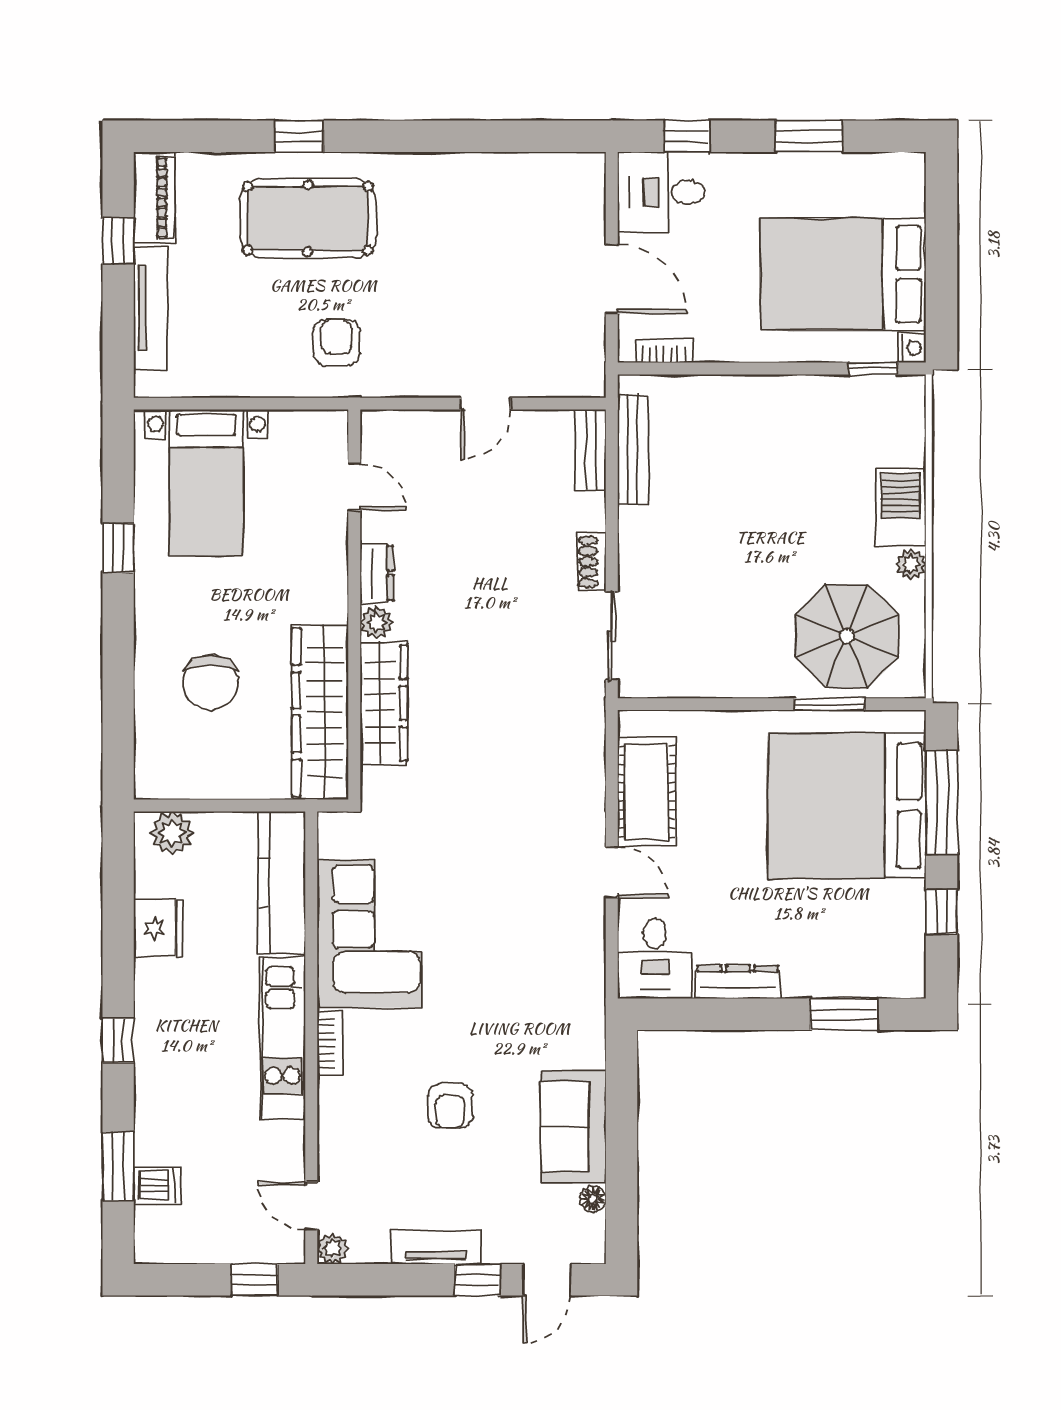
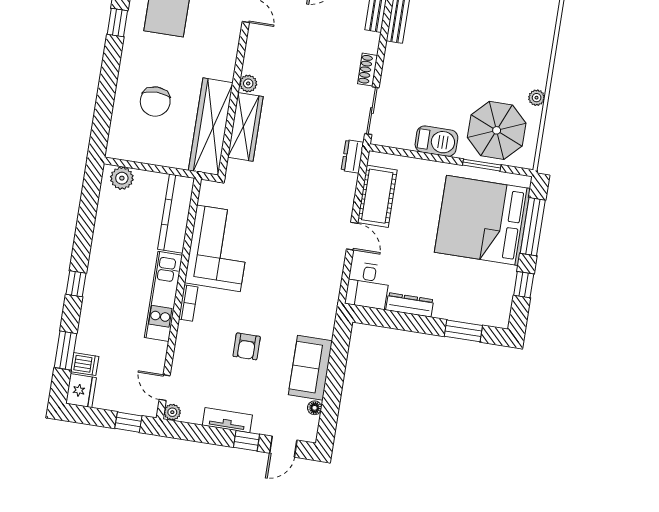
barbecue: (901, 508) -> (436, 141), moved, turned 90
dresser: (377, 573) -> (352, 156), moved, turned 180
fridge: (158, 928) -> (81, 391), moved

